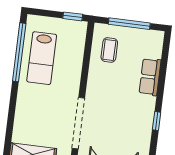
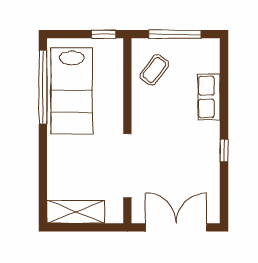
coffee table: (109, 50) -> (154, 70), turned 37
lab bench: (42, 58) -> (72, 91), width x1.36, depth x1.39

